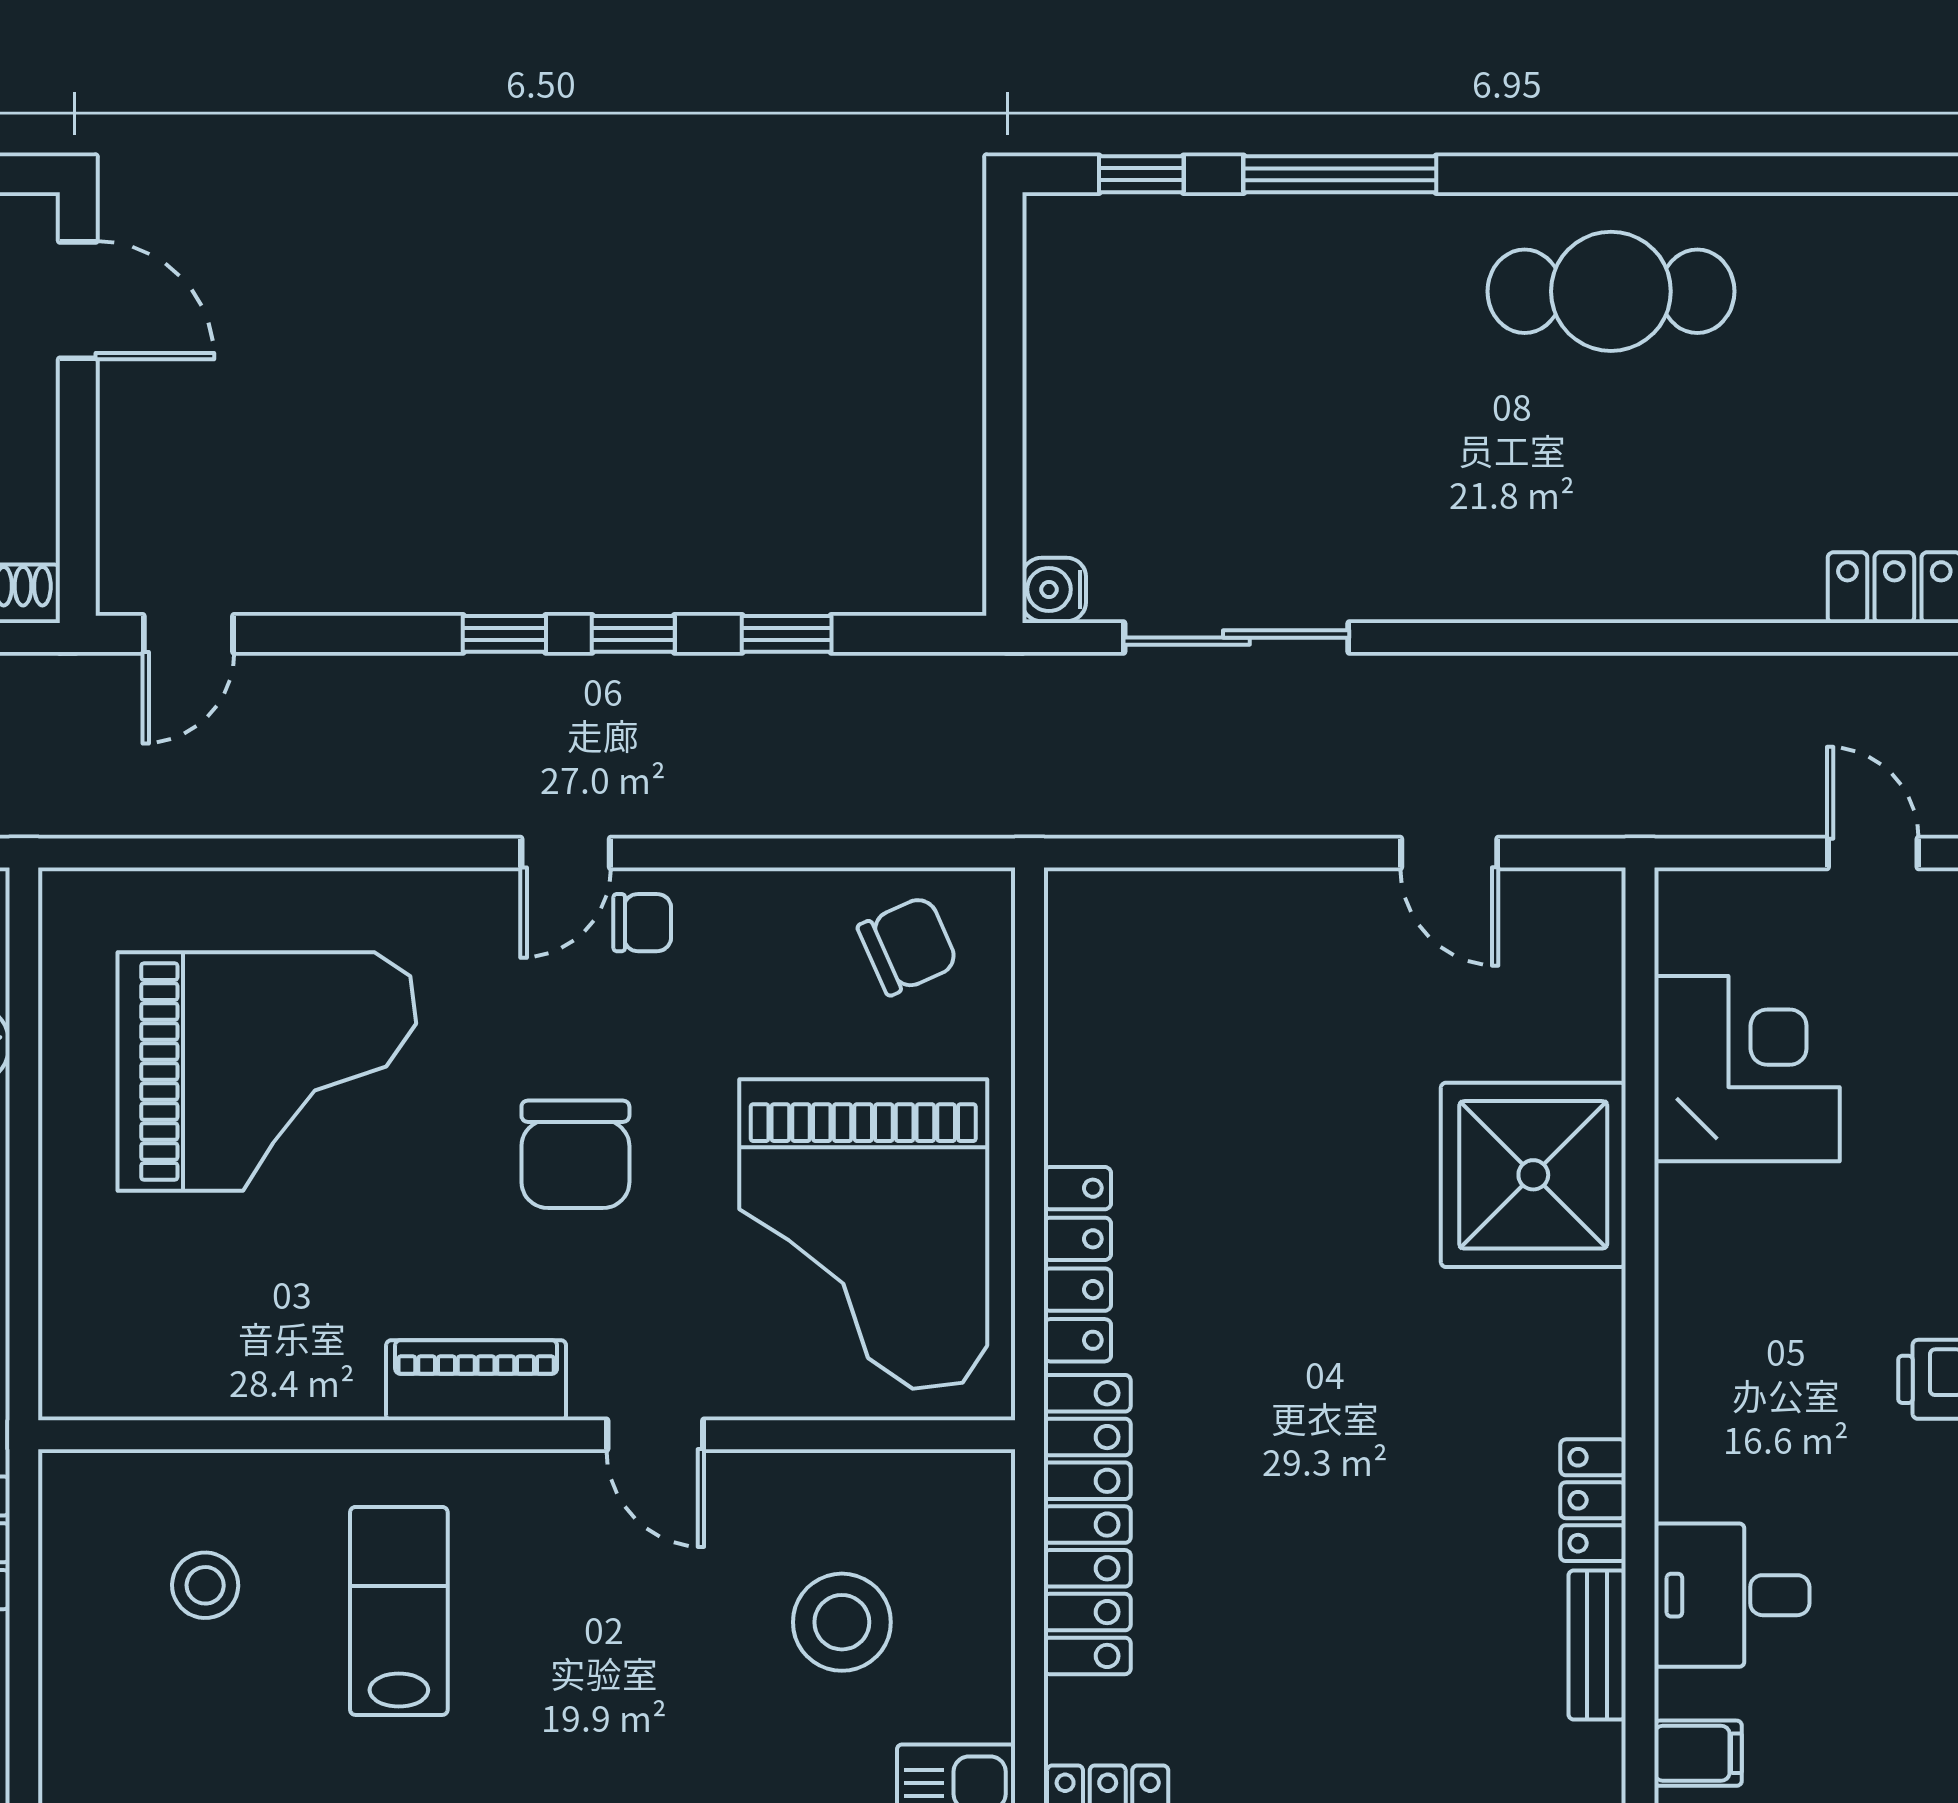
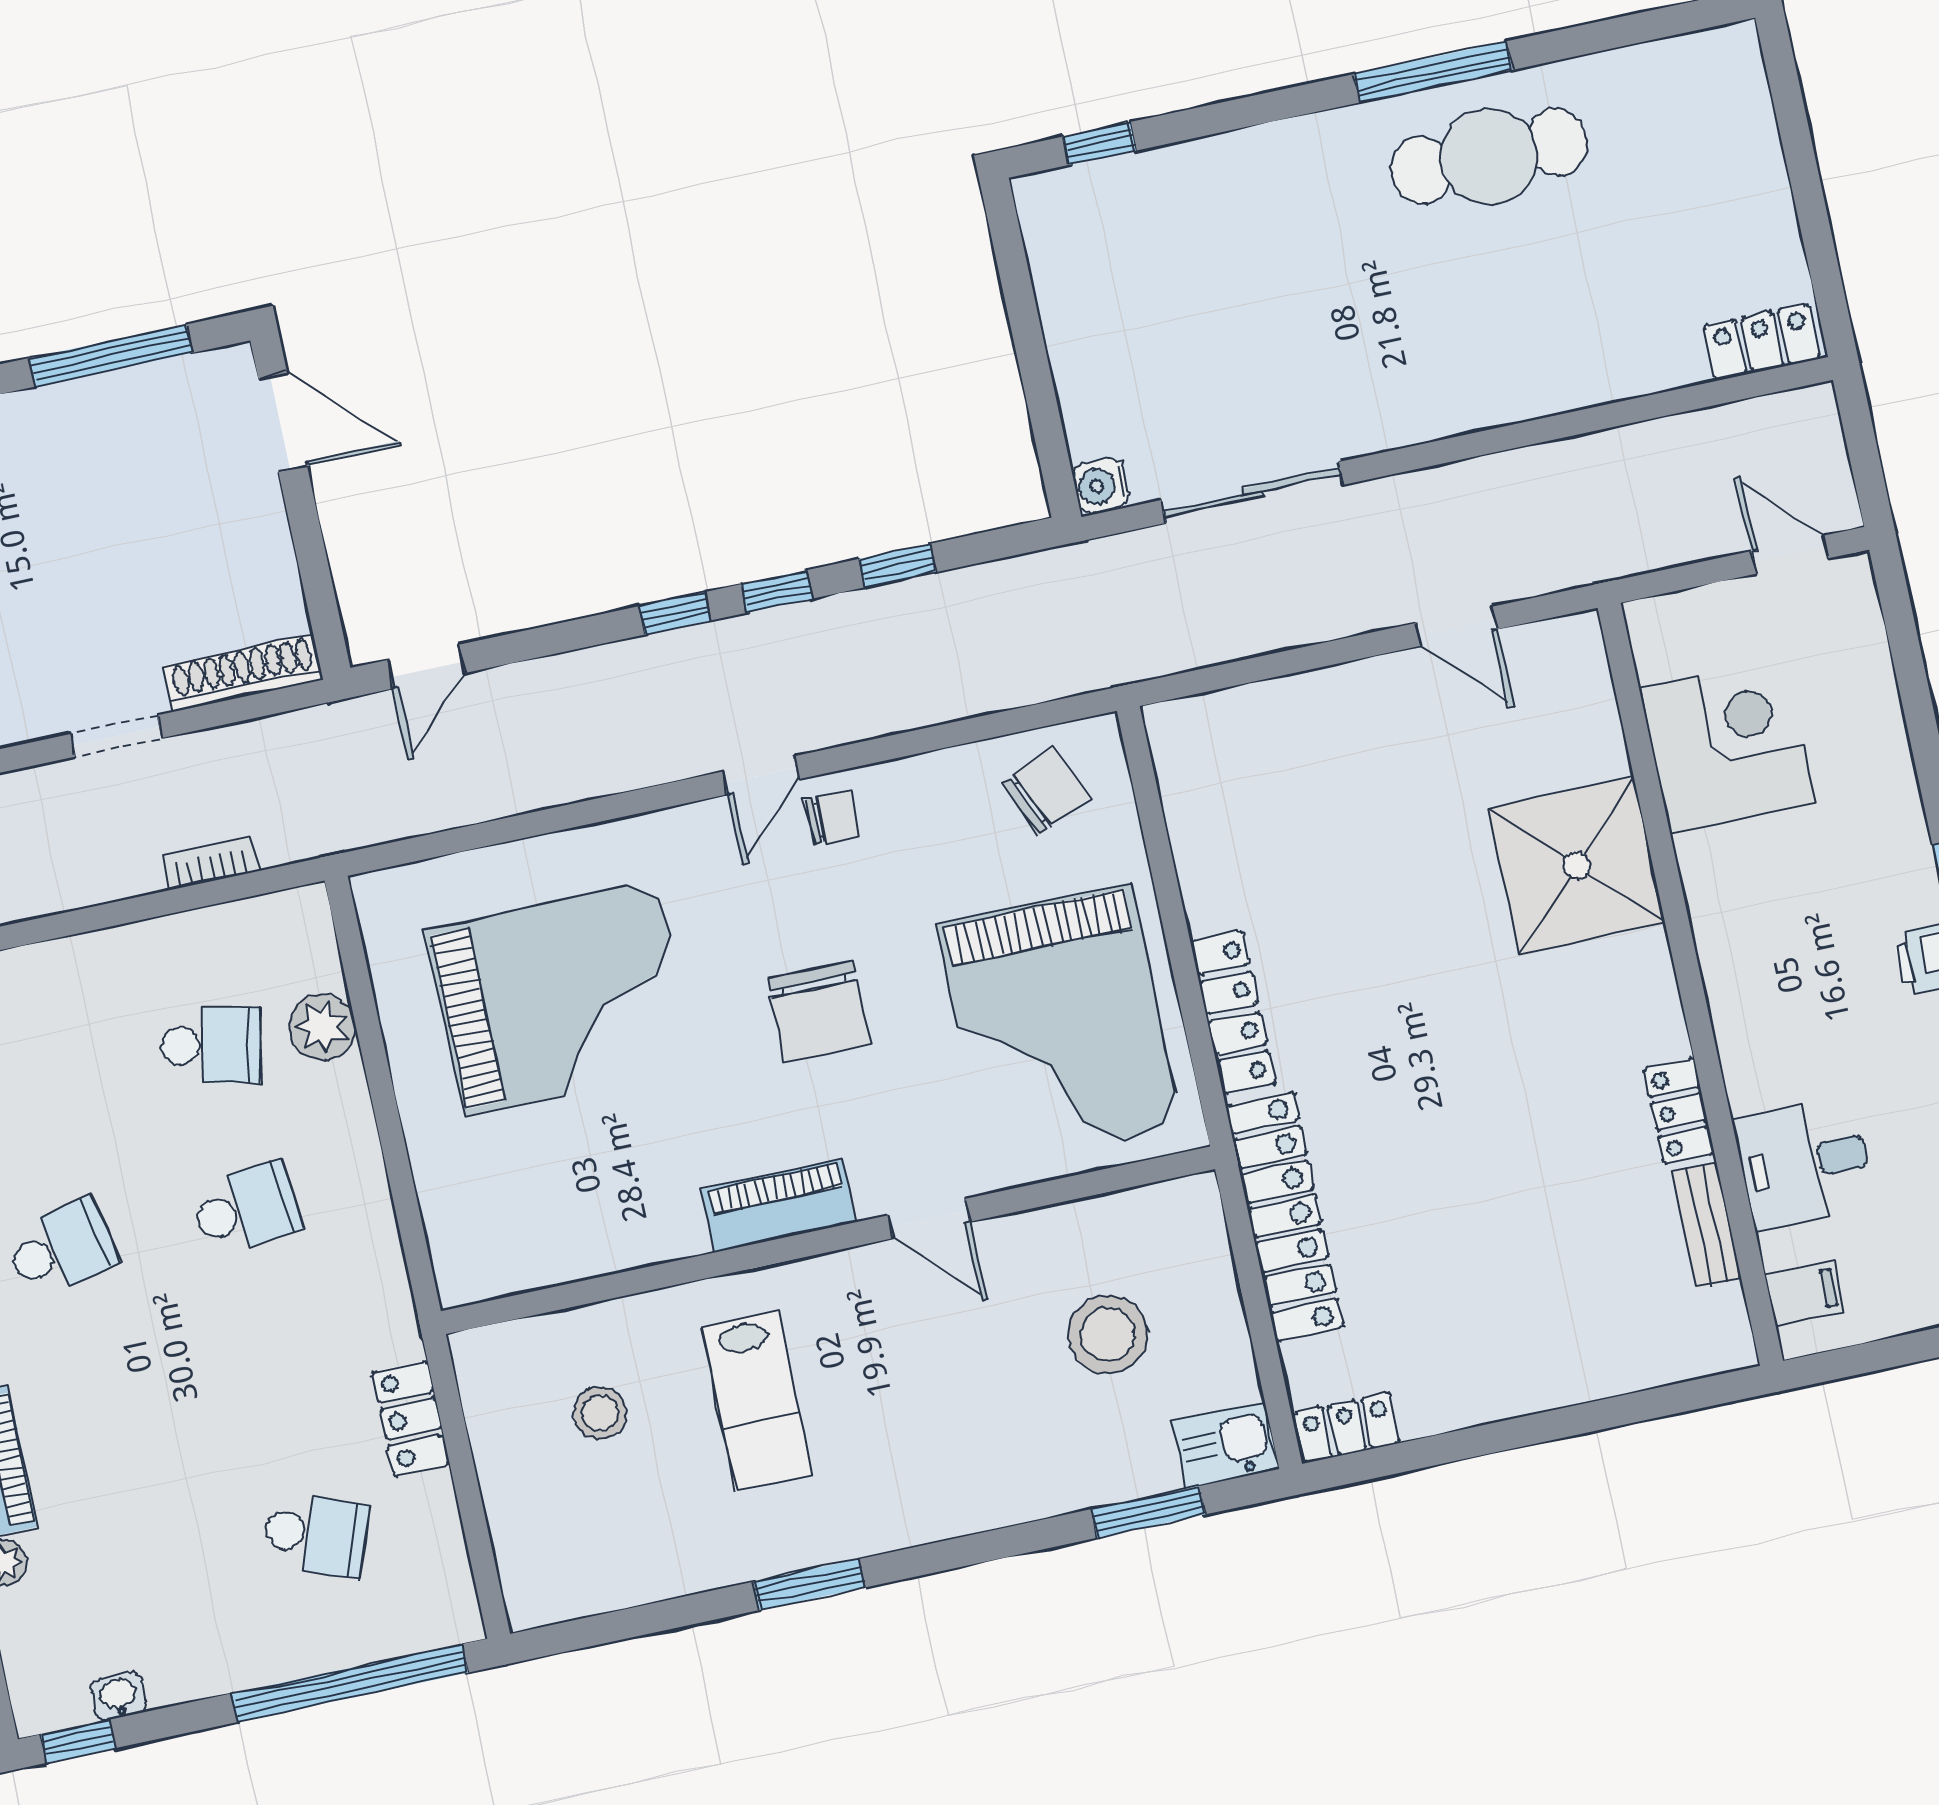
window: (1340, 174) -> (1433, 72), moved
lab bench: (399, 1611) -> (757, 1401), turned 180

